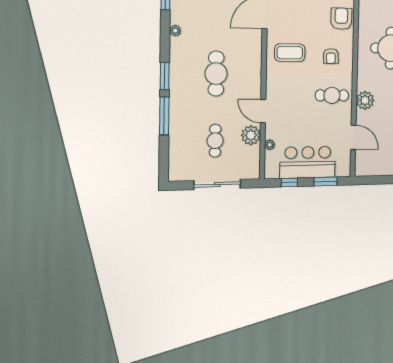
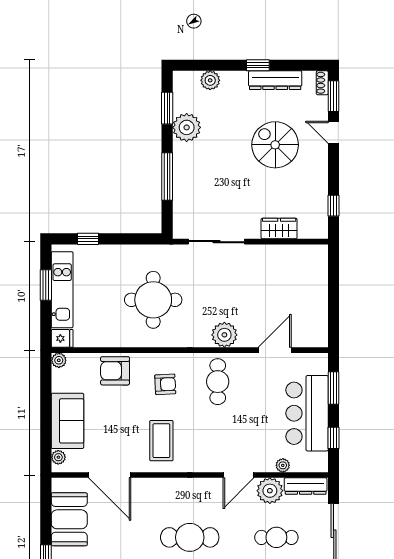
dresser: (254, 162) -> (306, 486), added

